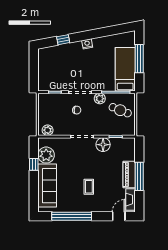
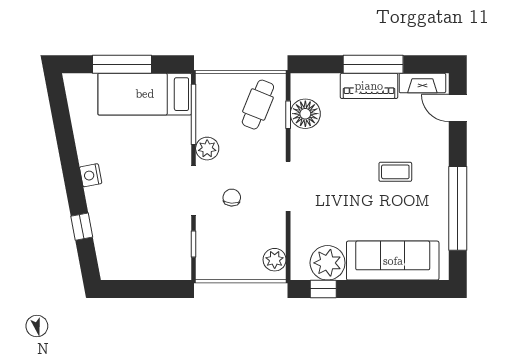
cafe table: (120, 110) -> (258, 105), moved
floor lamp: (103, 145) -> (305, 114), moved
window: (34, 164) -> (323, 289), moved

